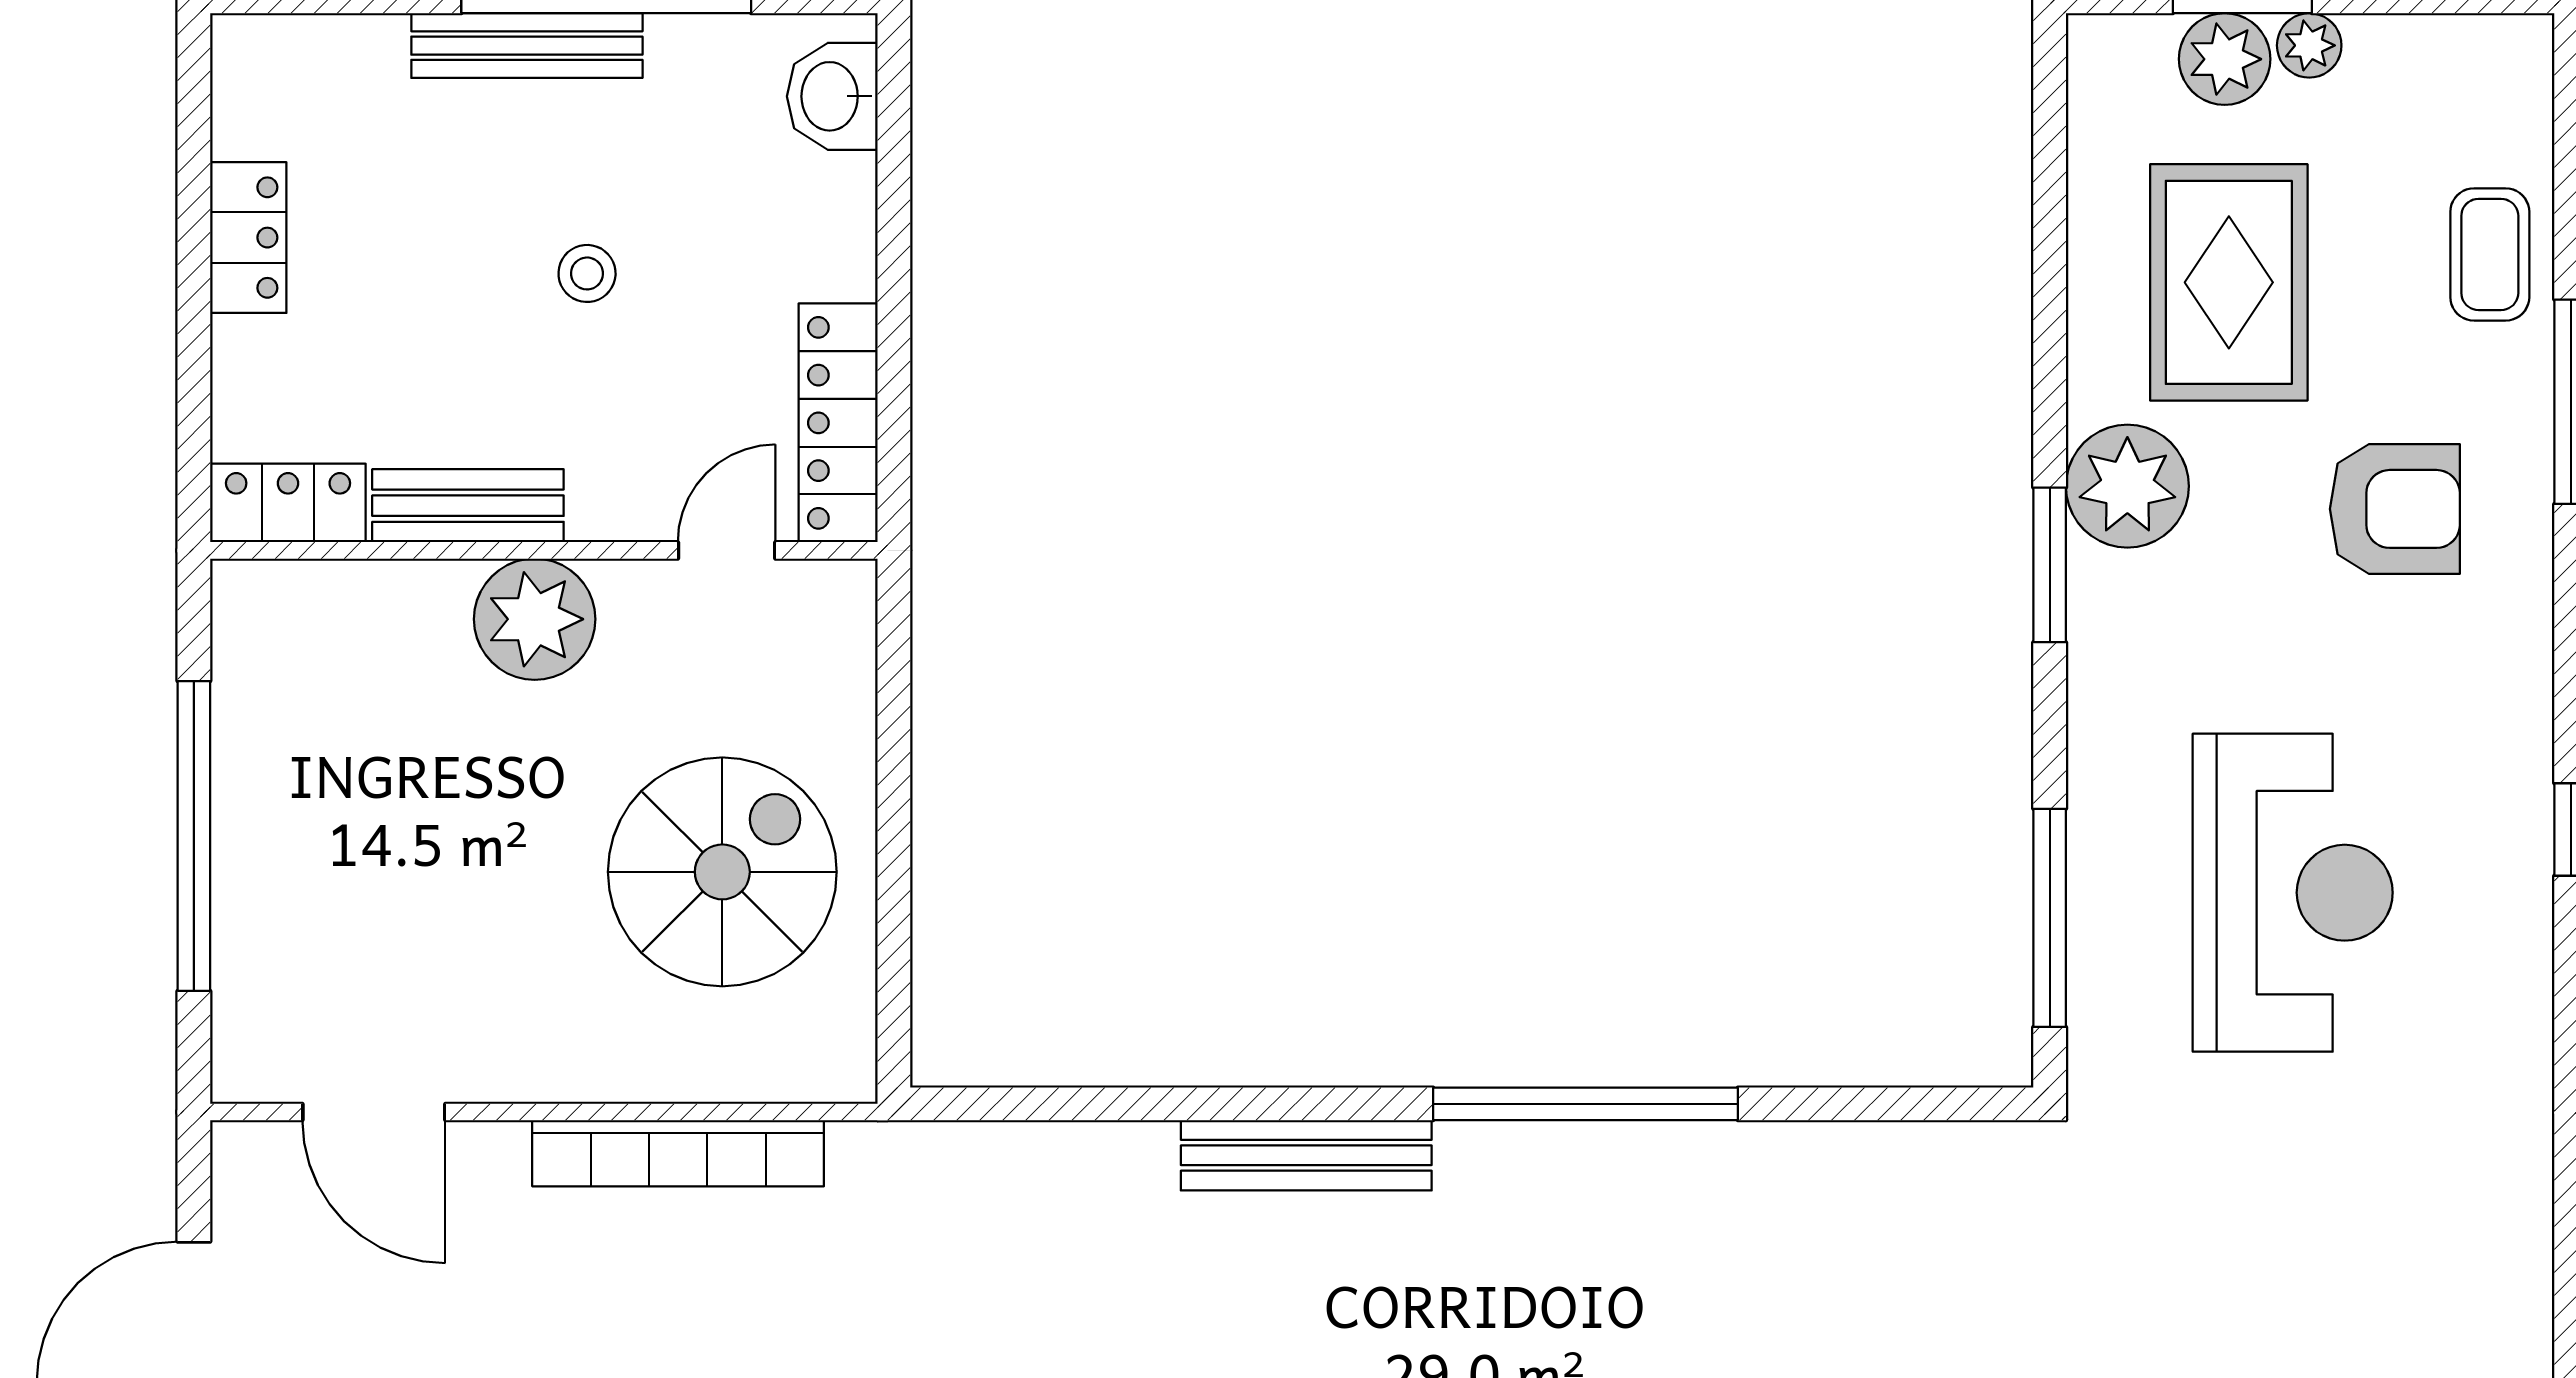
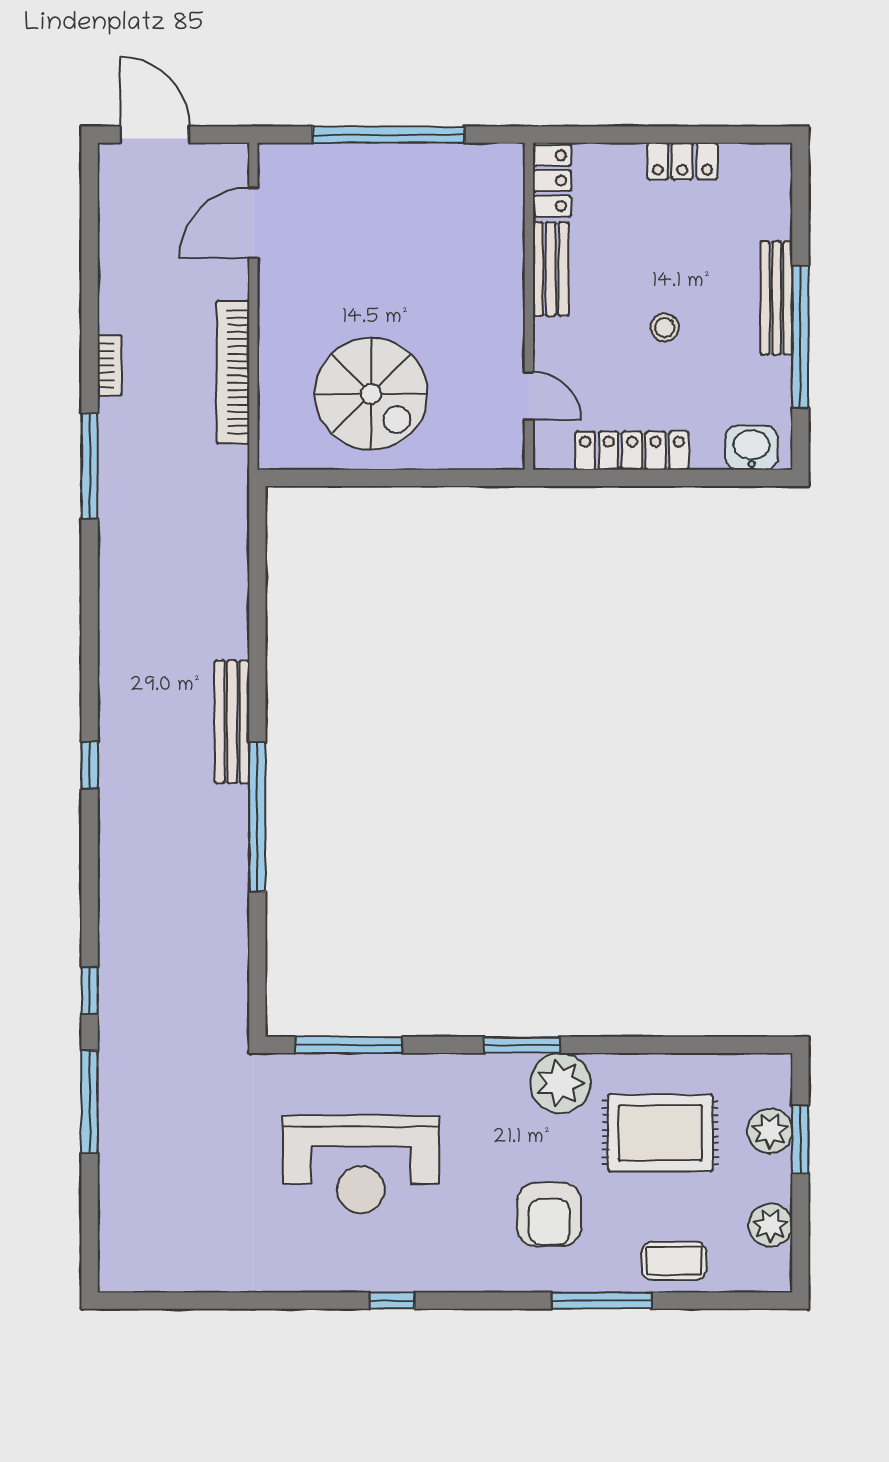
plant: (2309, 45) -> (771, 1225), moved, width x1.38, depth x1.38
locker: (838, 423) -> (632, 451), moved
plant: (535, 619) -> (495, 302), removed
bench: (1306, 1155) -> (232, 722), moved

